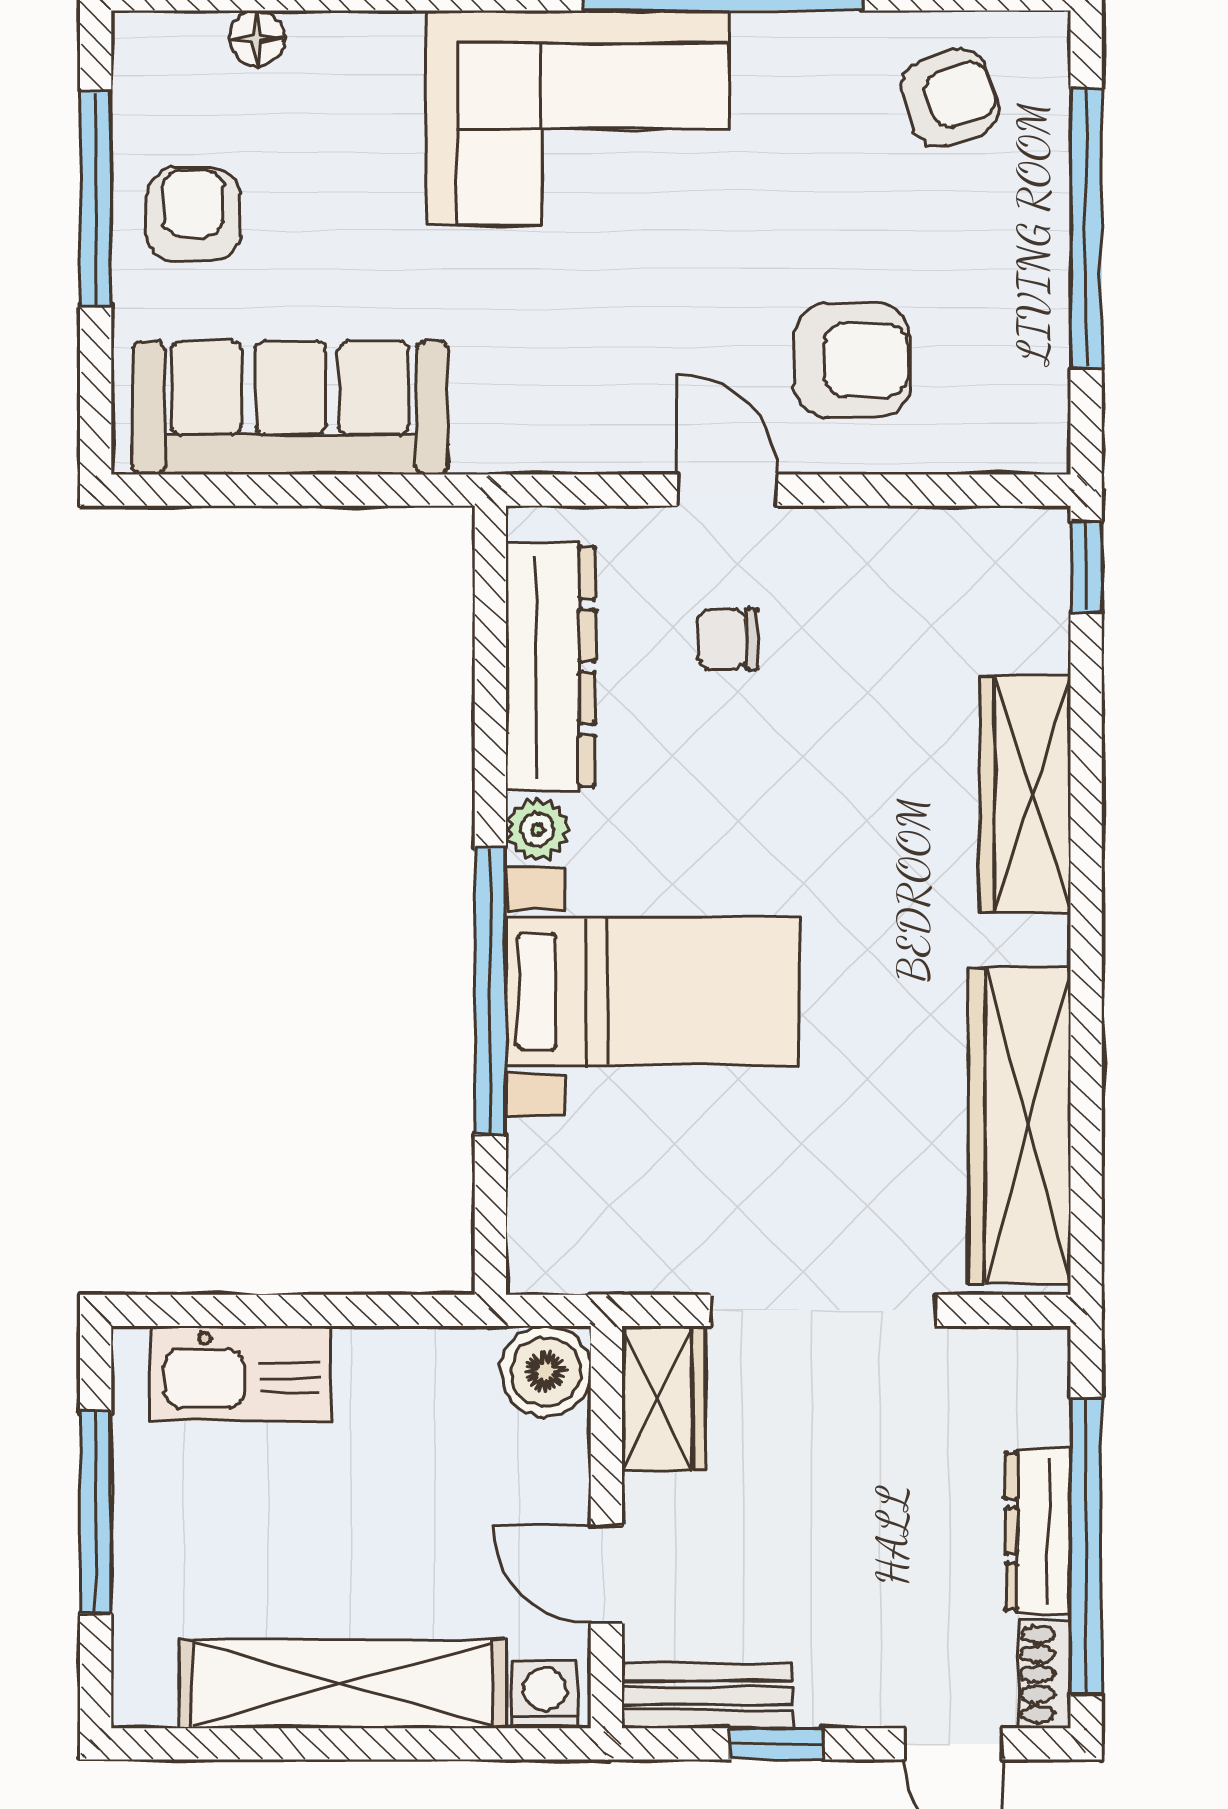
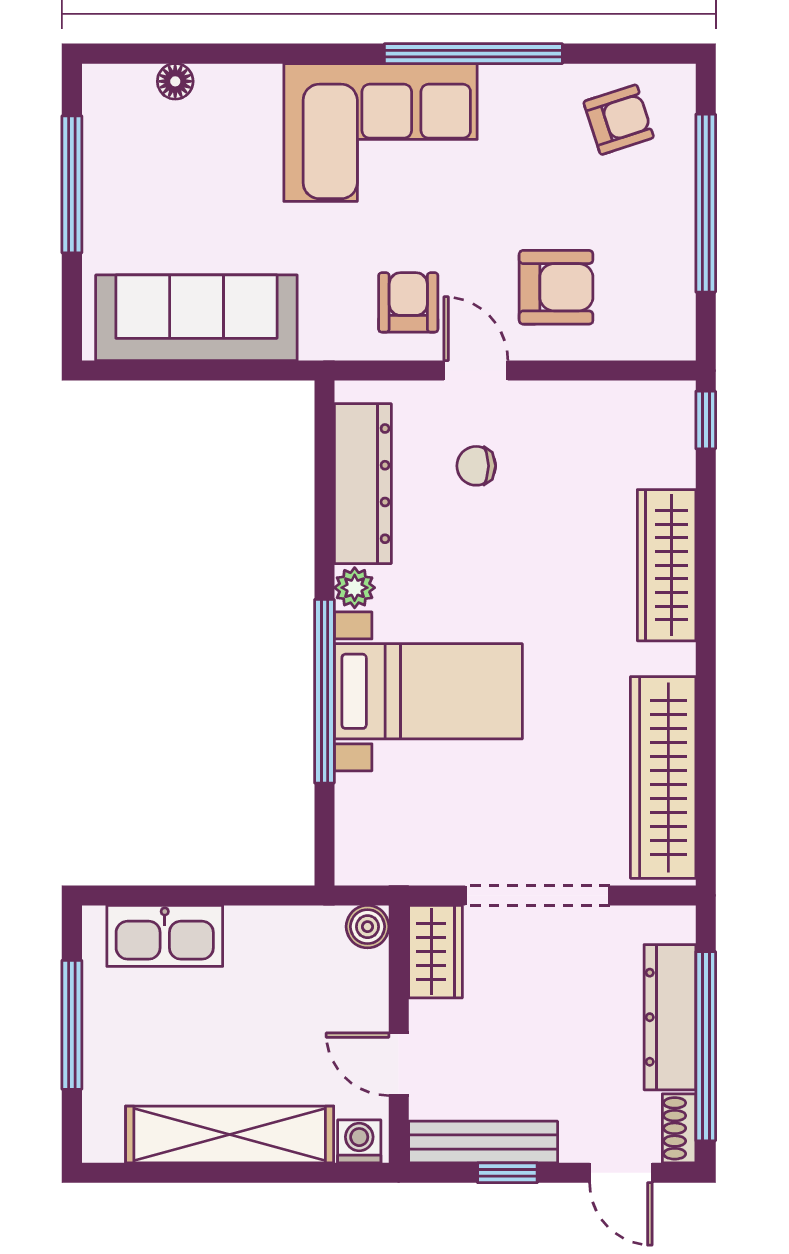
armchair: (193, 215) -> (408, 302), moved
boiler: (546, 1371) -> (368, 927), width x0.73, depth x0.73
dresser: (1038, 1531) -> (670, 1017), width x1.37, depth x1.24
bench: (707, 1696) -> (483, 1142), width x1.36

